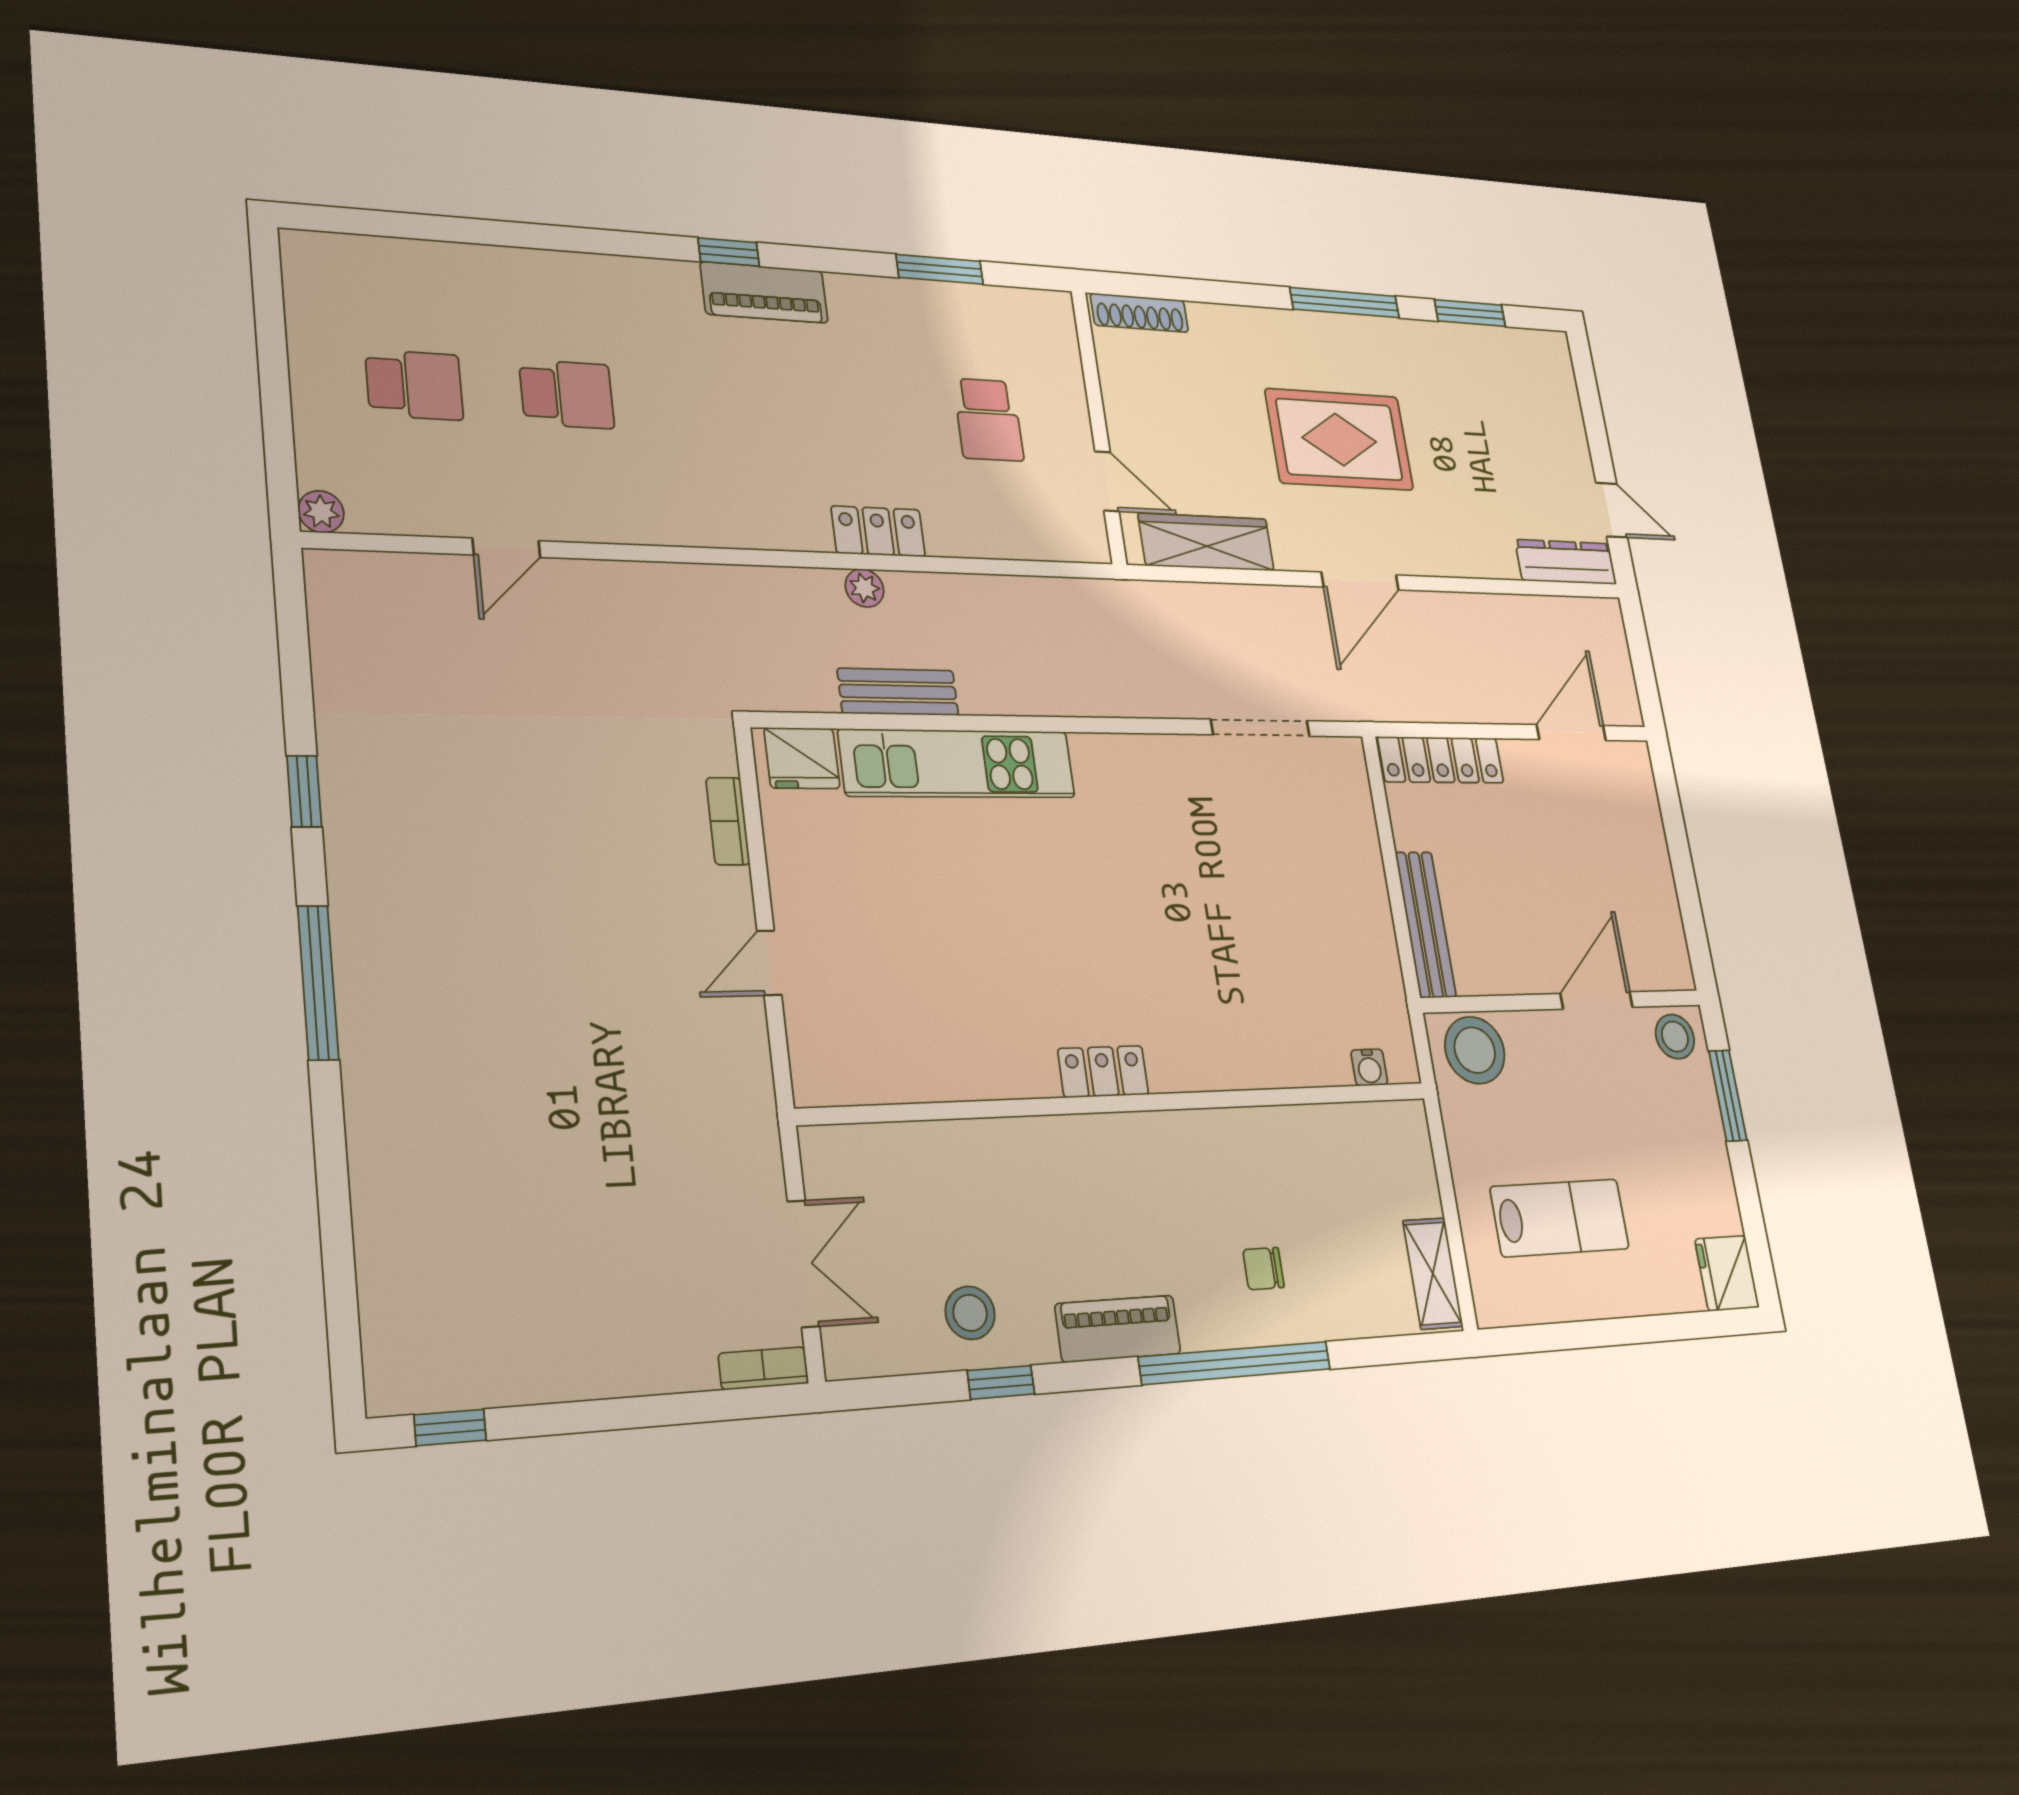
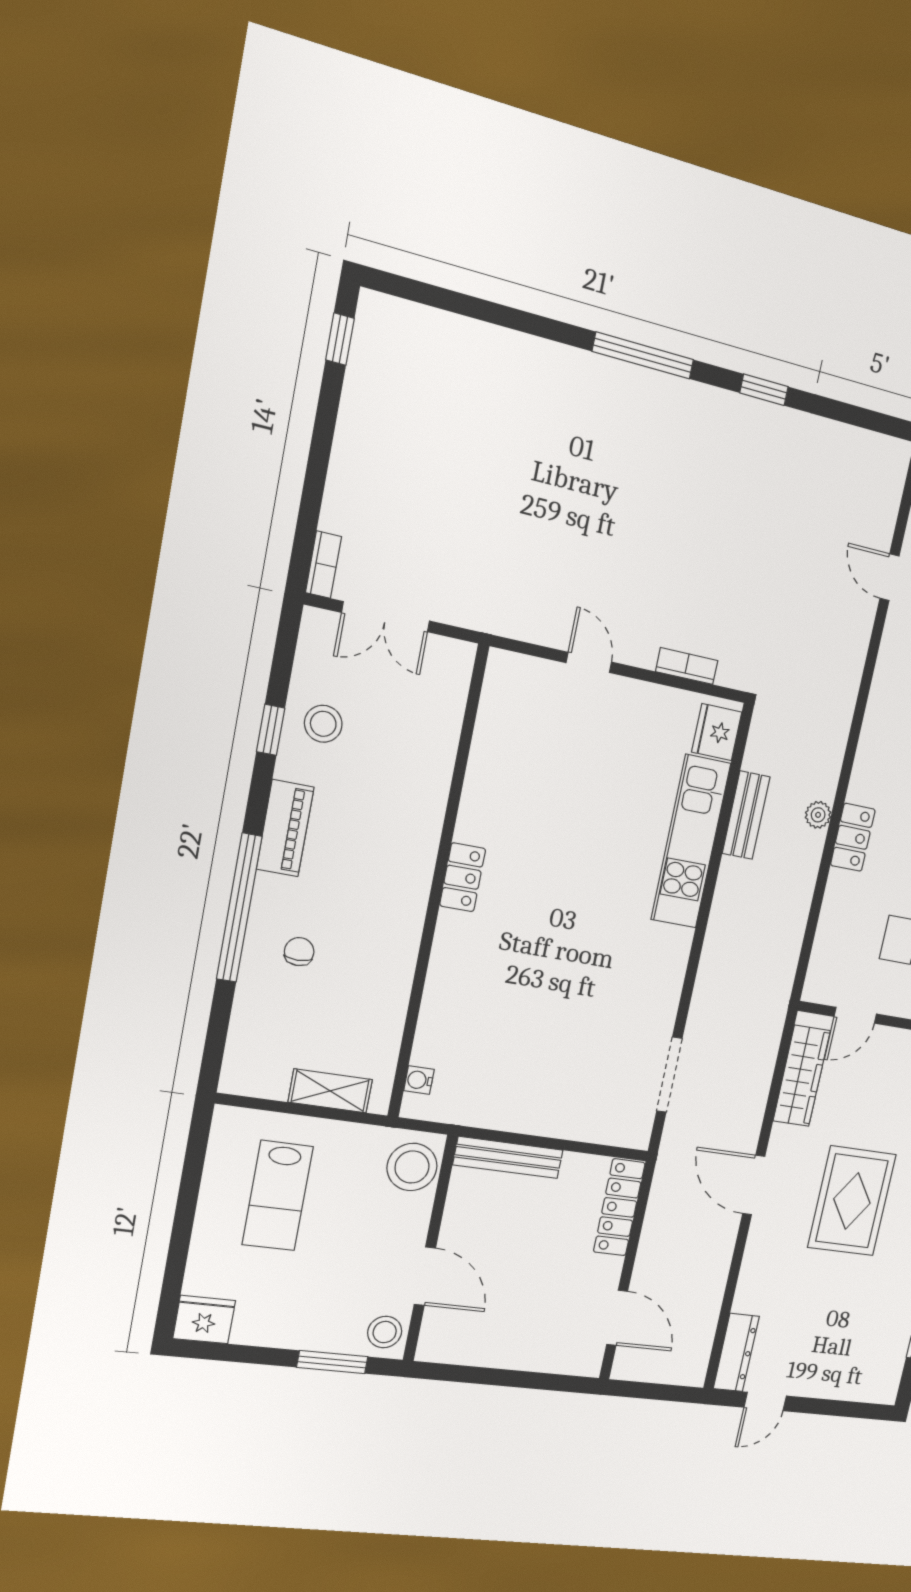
shelving: (1433, 1273) -> (330, 1091), moved

